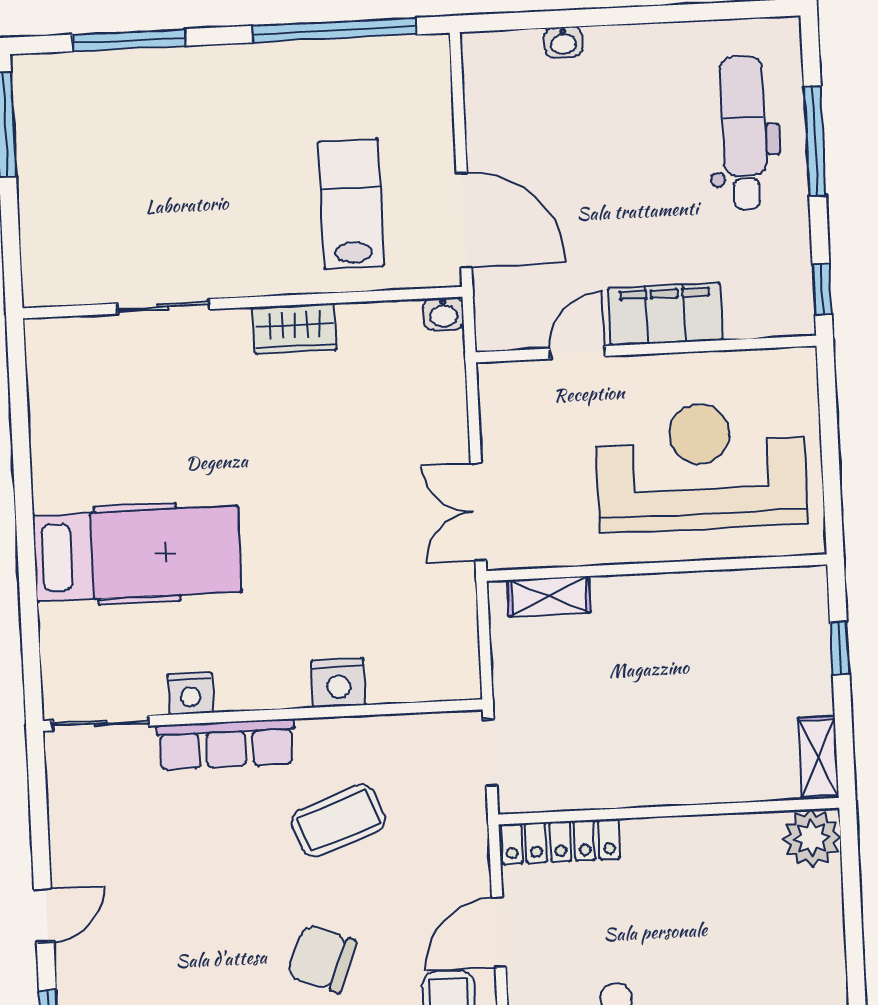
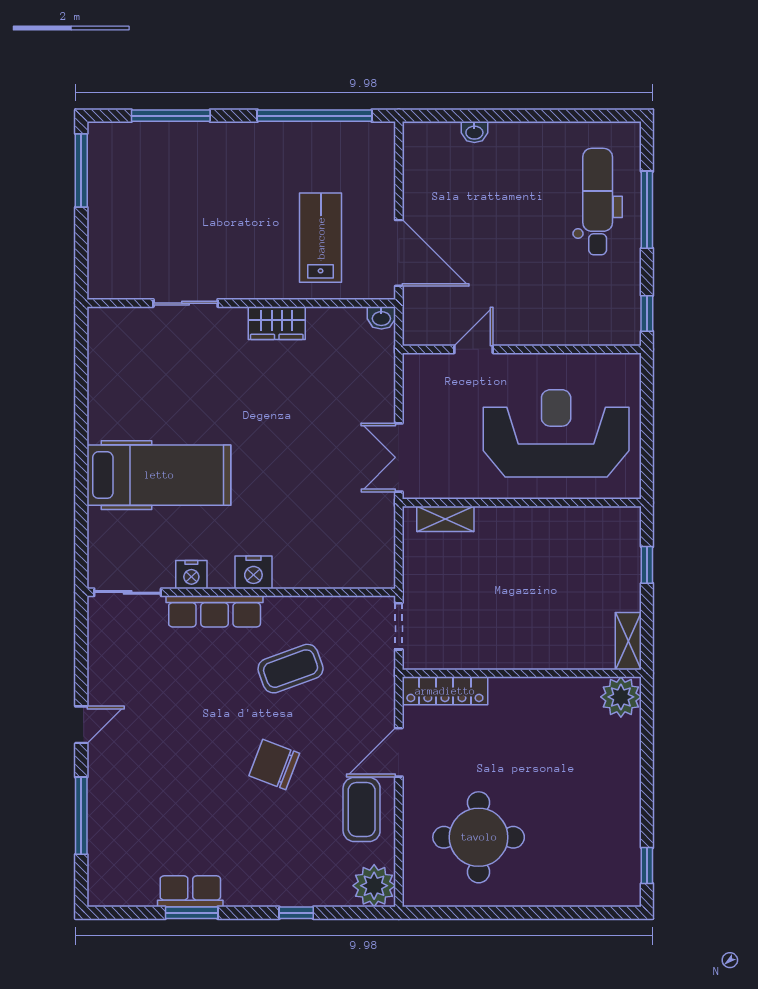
filing cabinet: (665, 314) -> (536, 326), removed
nightstand: (338, 683) -> (253, 572), moved

